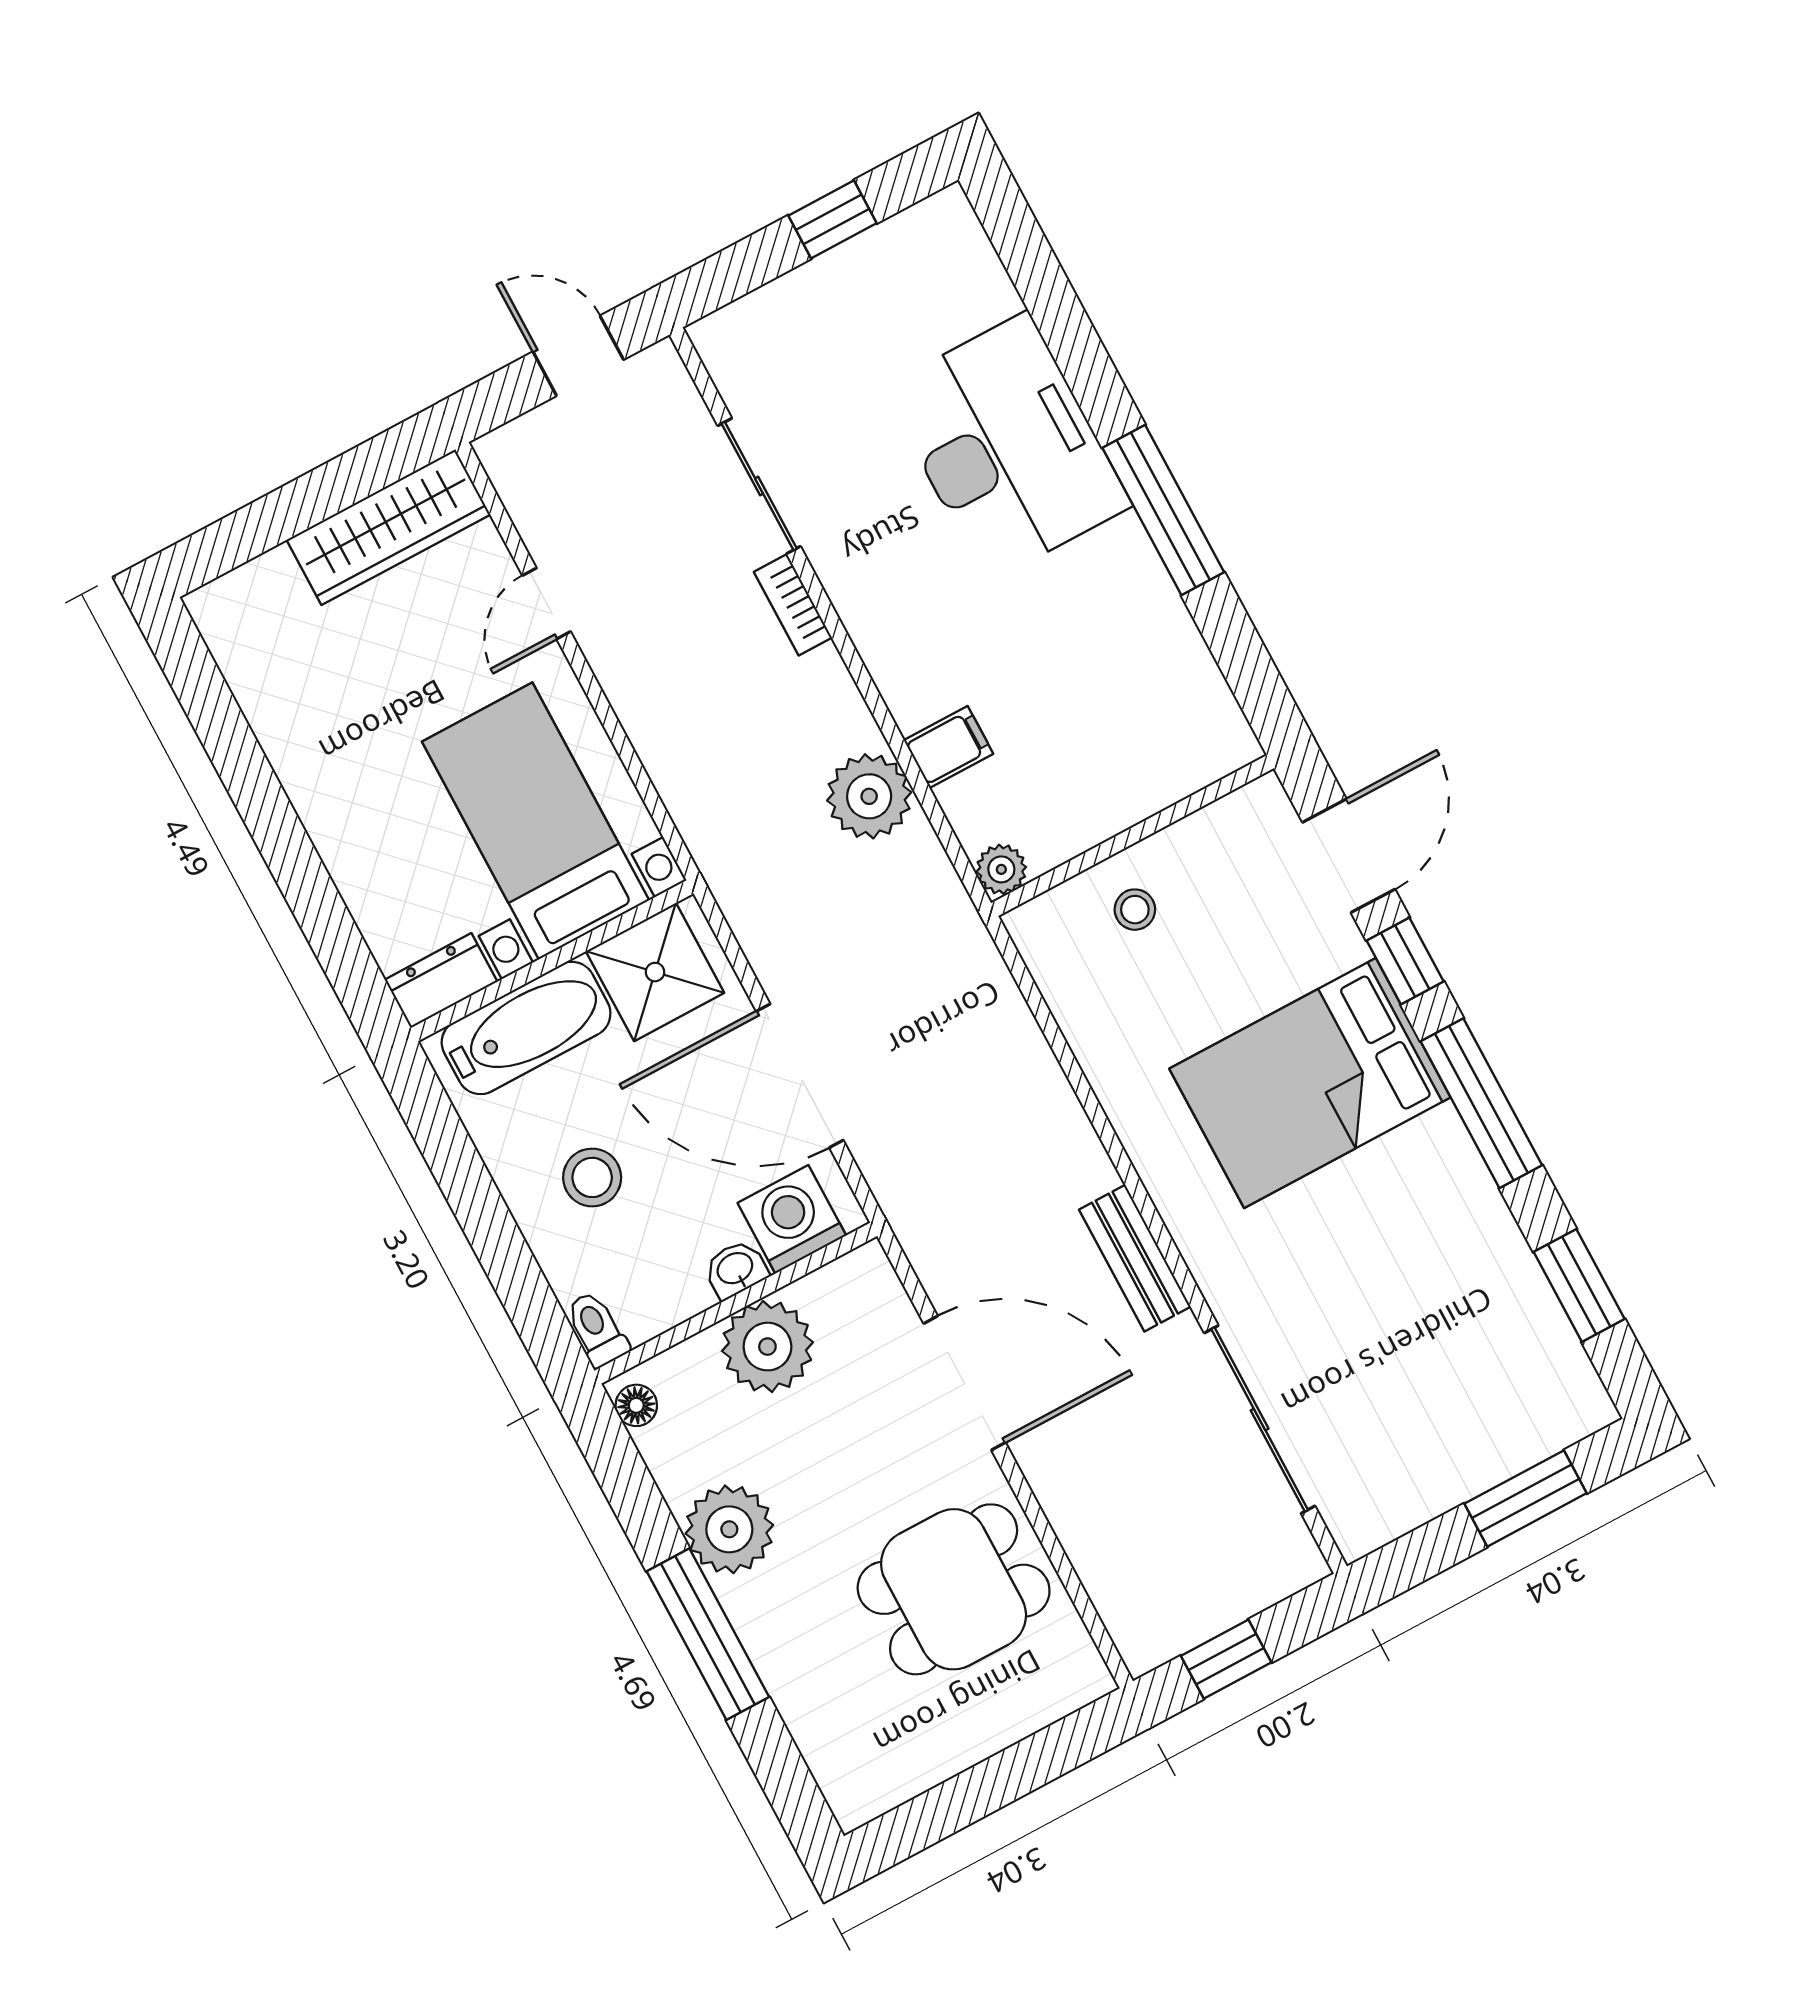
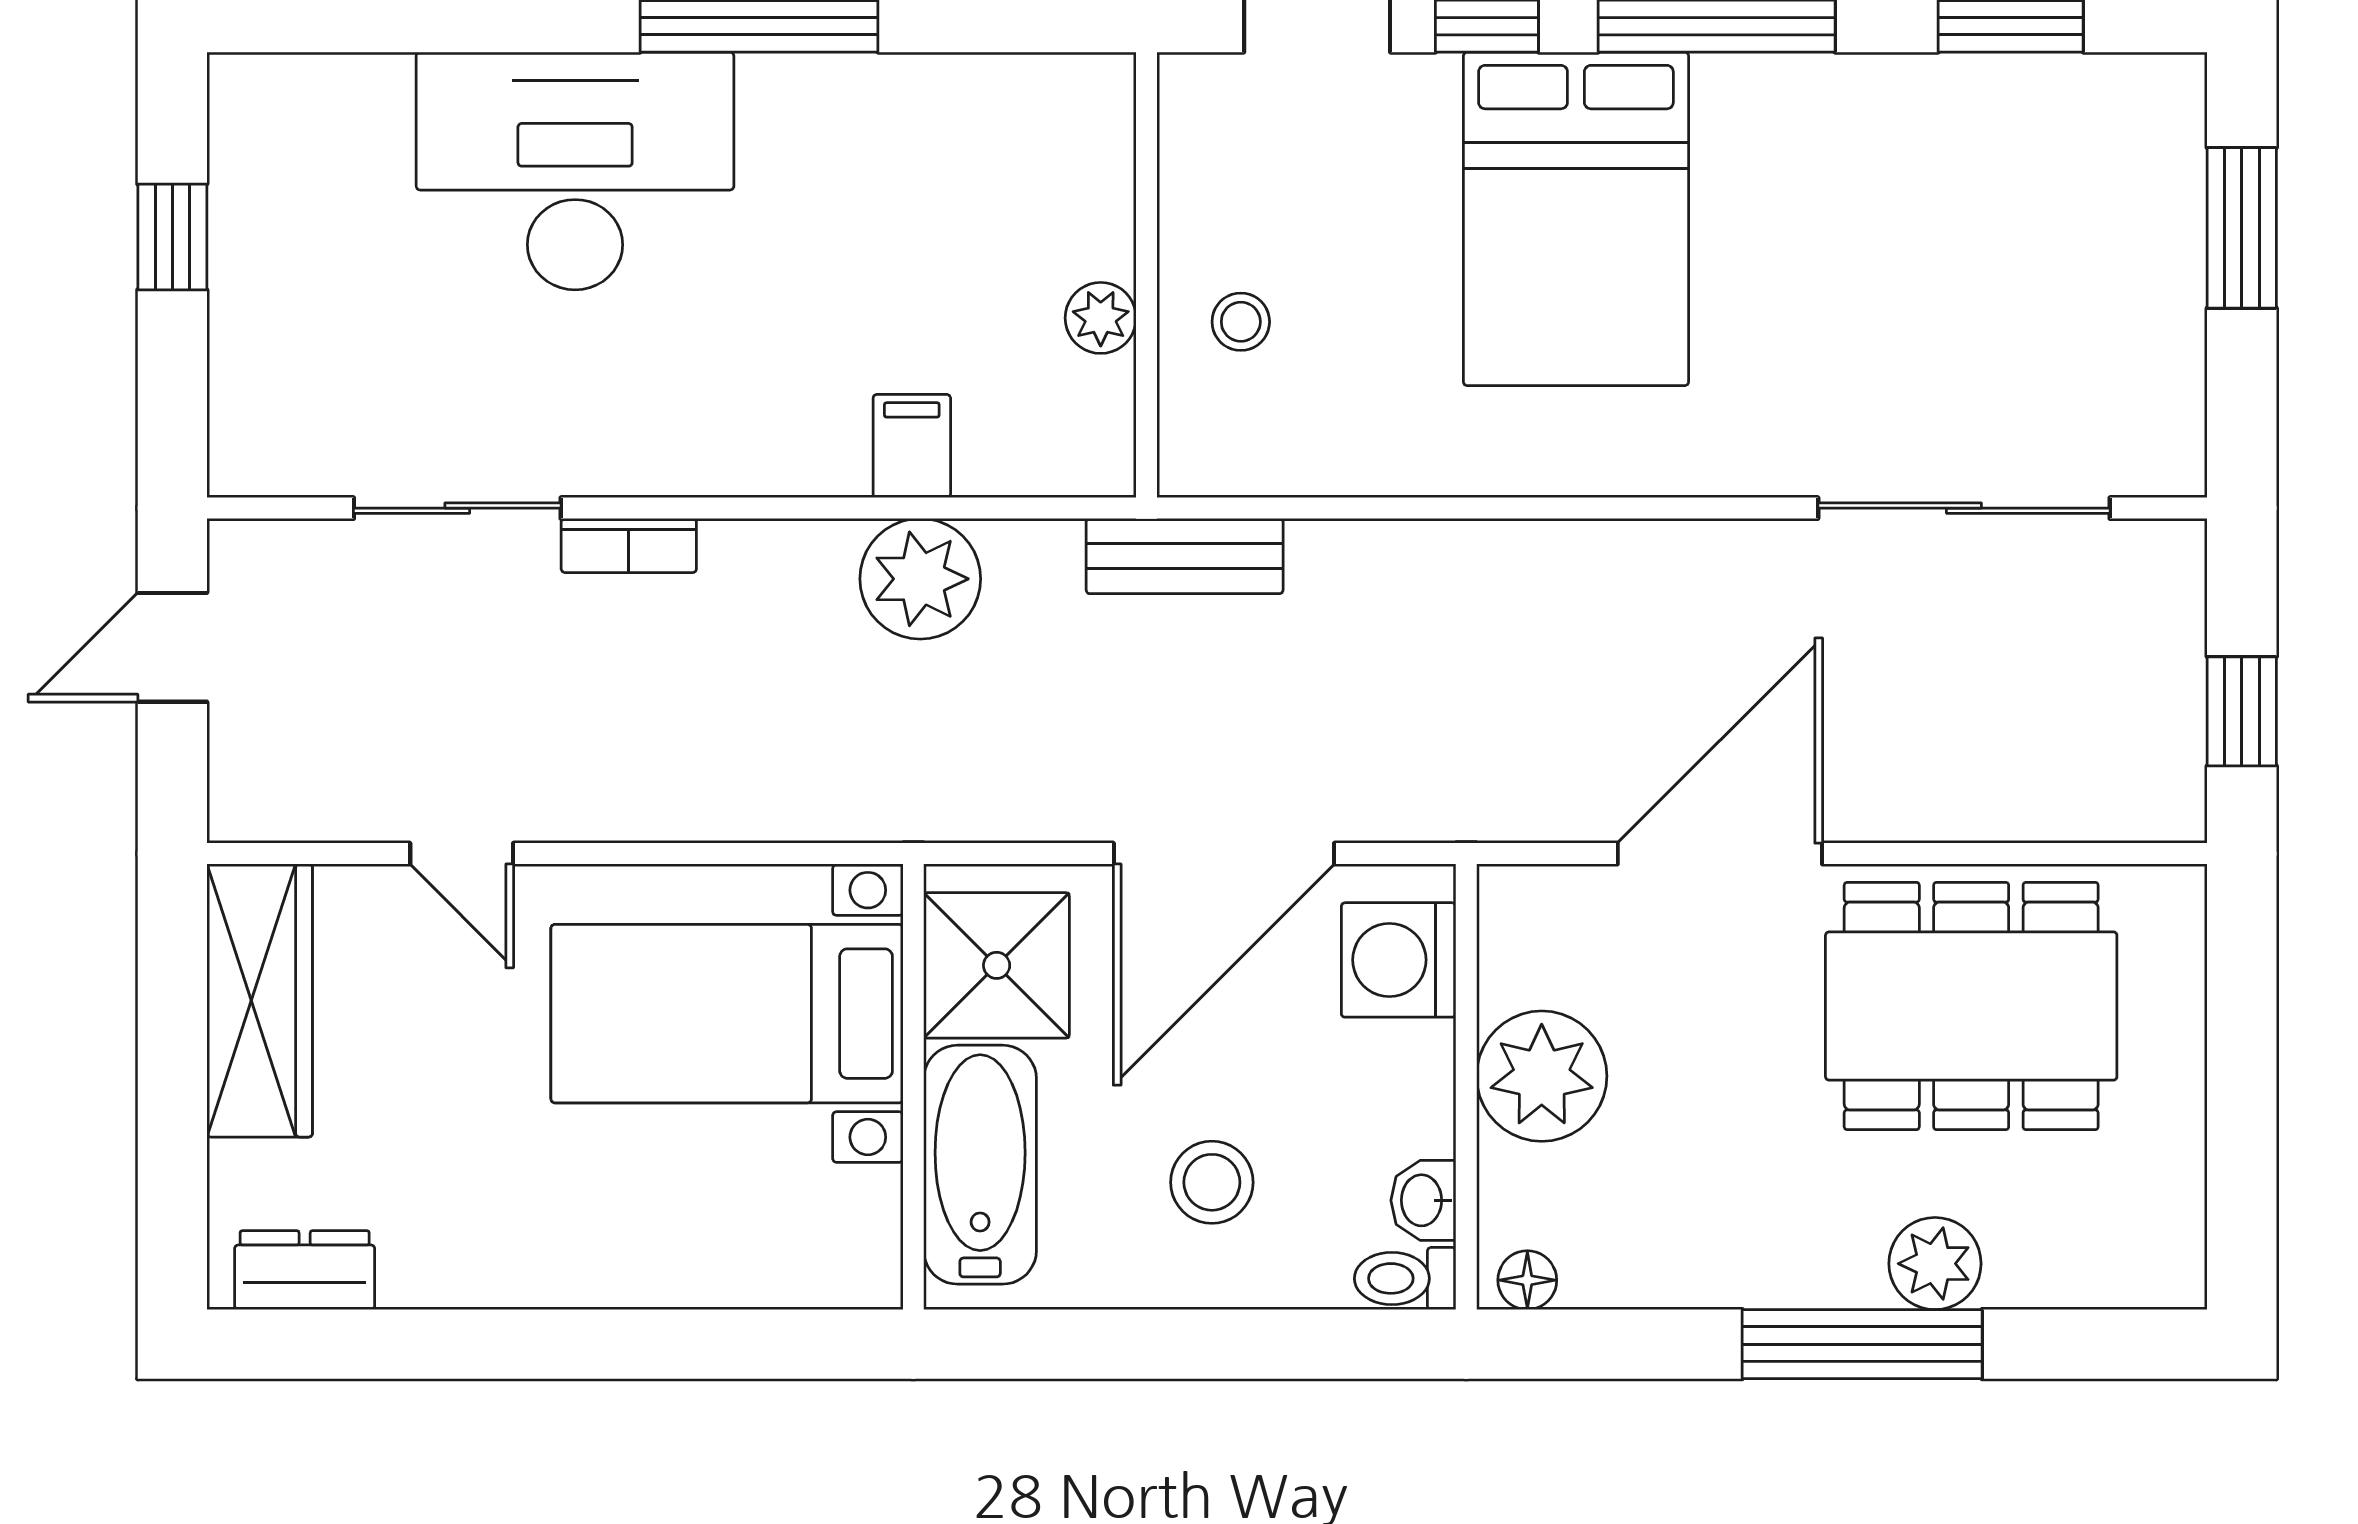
plant: (1001, 869) -> (1101, 318), moved
dresser: (441, 981) -> (305, 1270), moved, turned 90
bench: (1135, 1258) -> (1185, 556), moved
washbasin: (736, 1269) -> (1423, 1200), moved
plant: (729, 1529) -> (1935, 1264), moved, width x0.73, depth x0.73
dining table: (954, 1589) -> (1971, 1006), width x1.38

